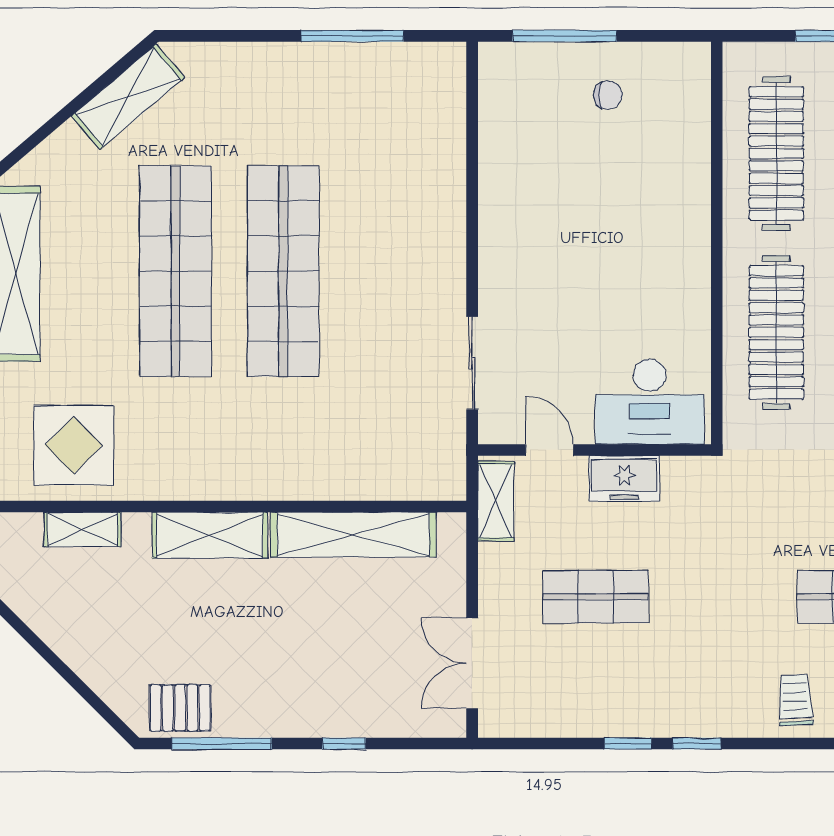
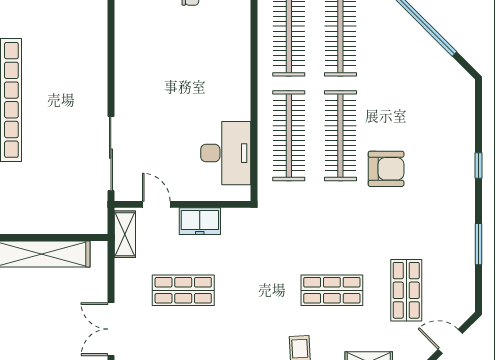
sliding door: (472, 363) -> (111, 154), width x1.37
desk: (650, 402) -> (226, 153), moved, turned -90

